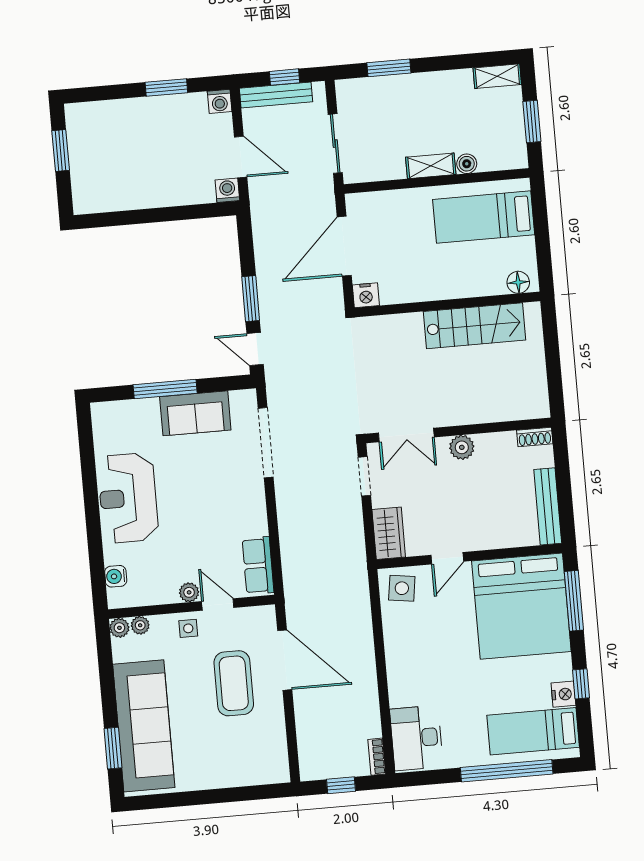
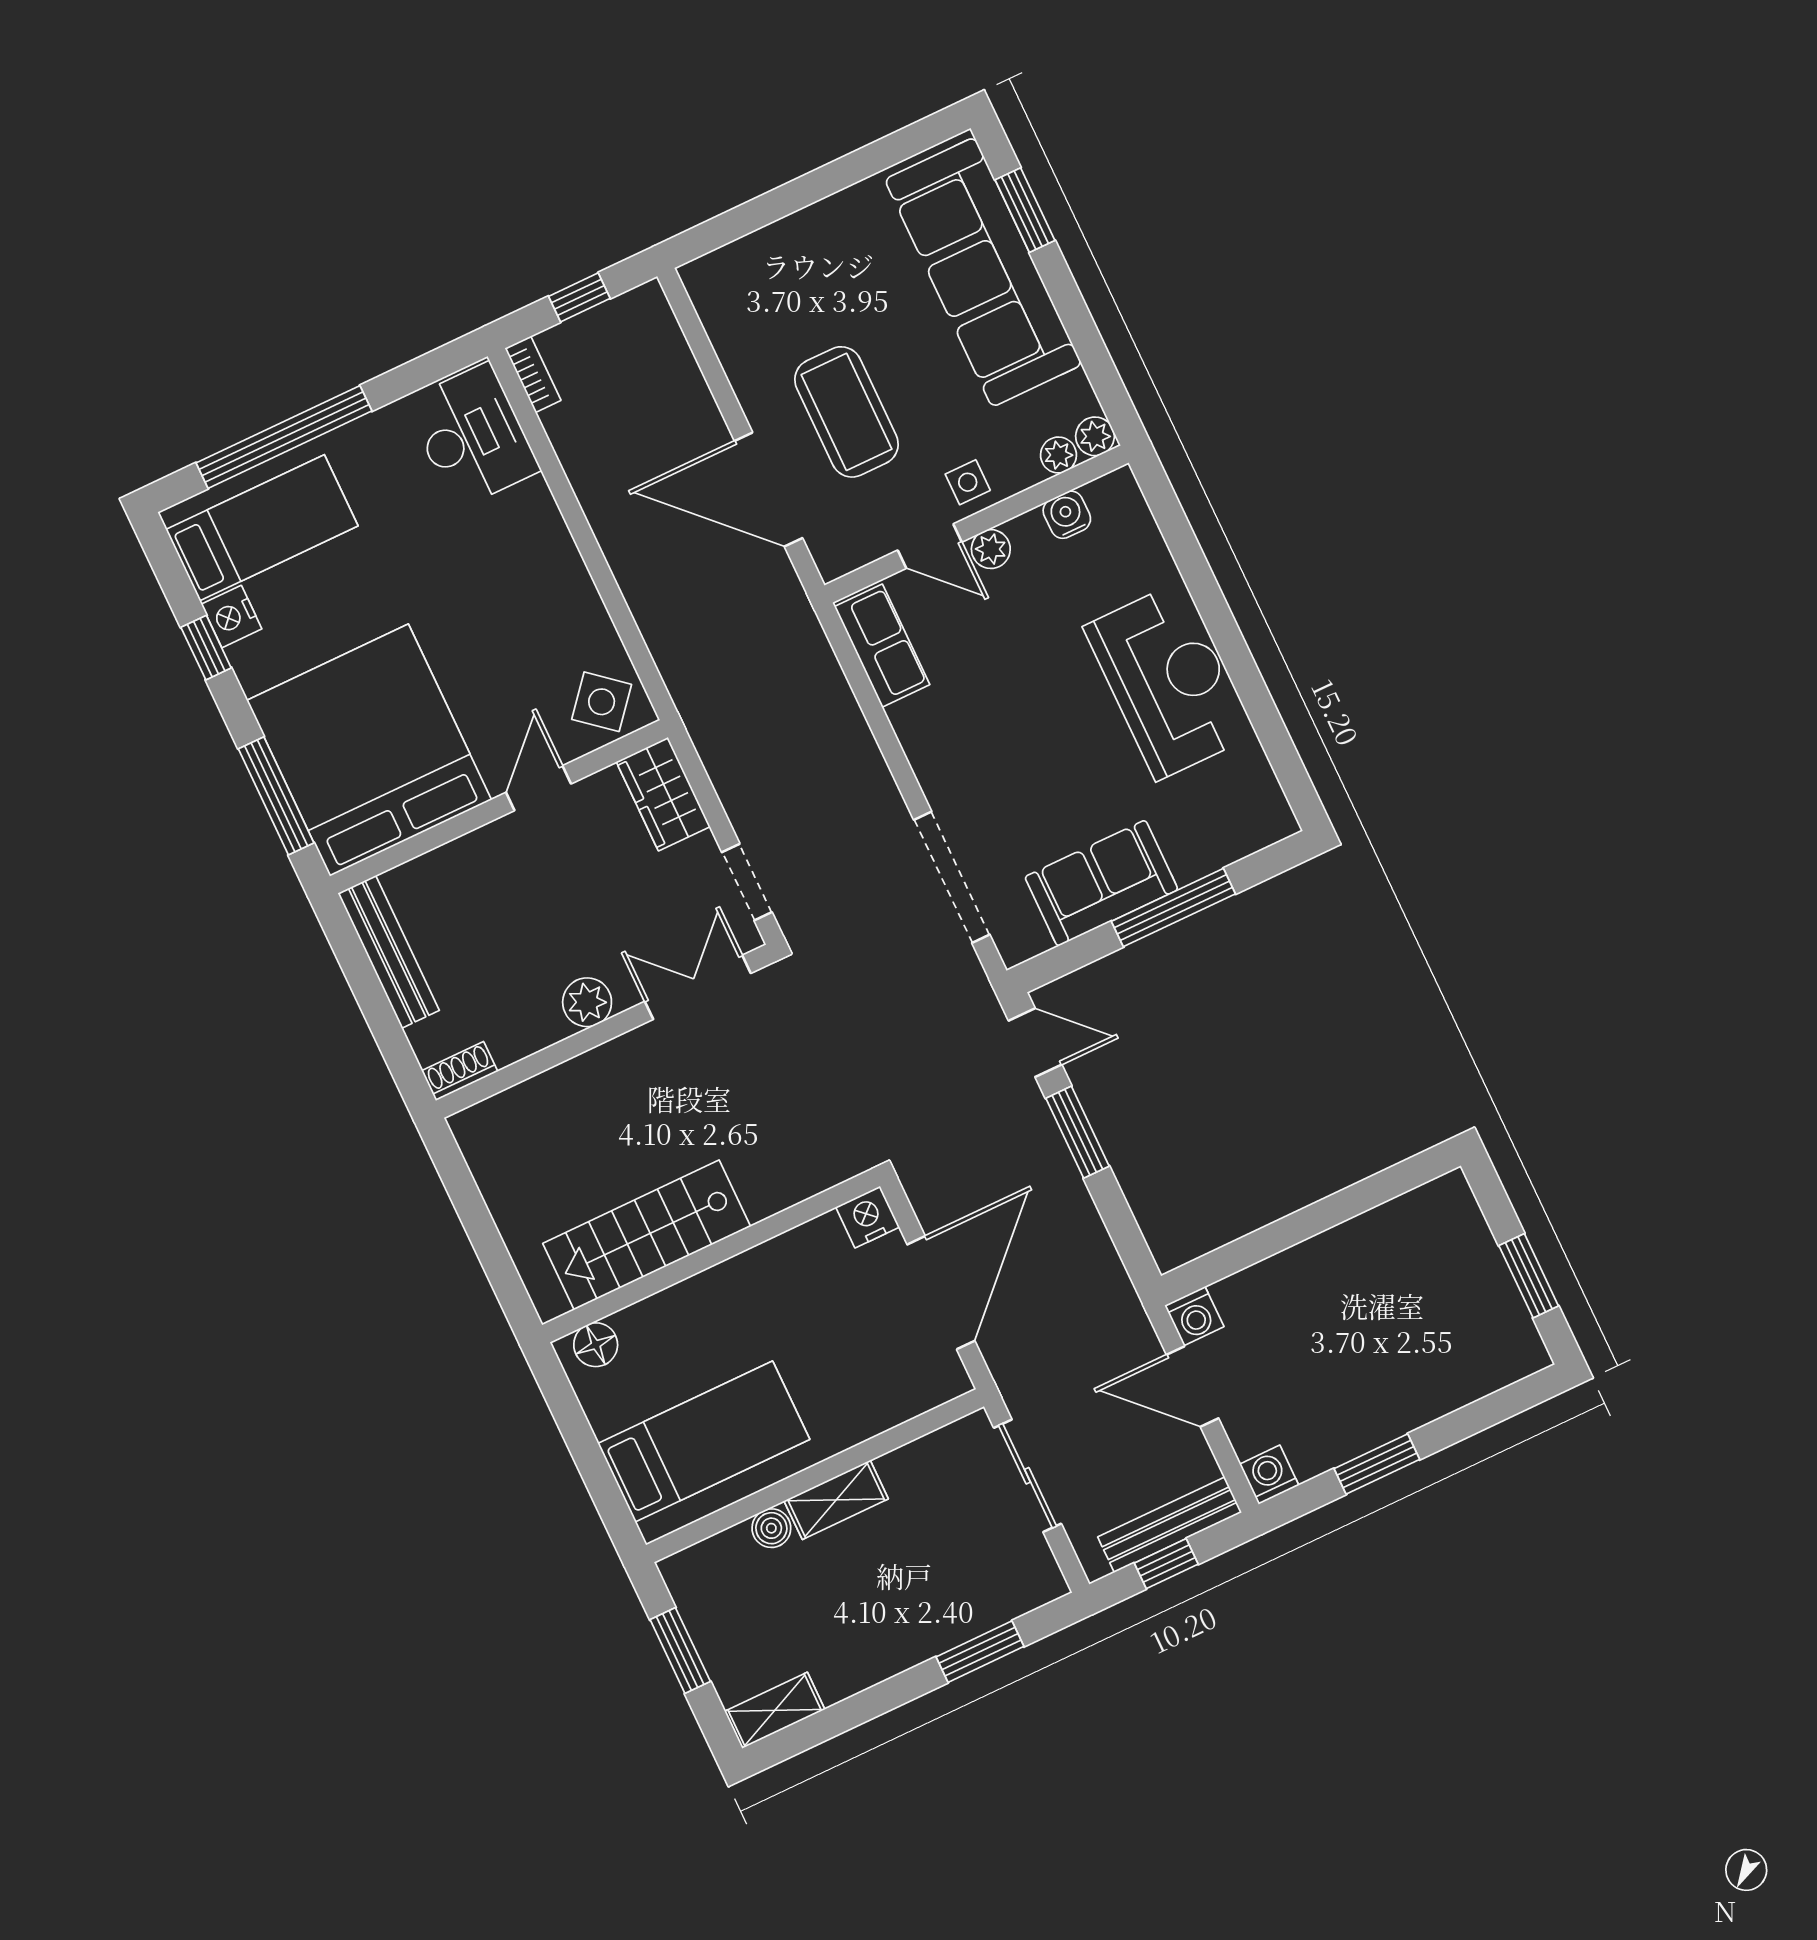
water cooler: (116, 576) -> (1067, 515), moved, turned -90
side table: (402, 588) -> (602, 702), turned 32

